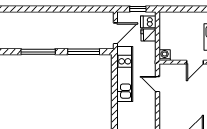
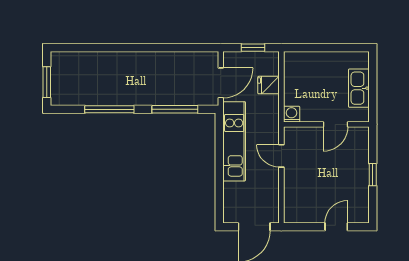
dishwasher: (148, 22) -> (268, 66), removed

